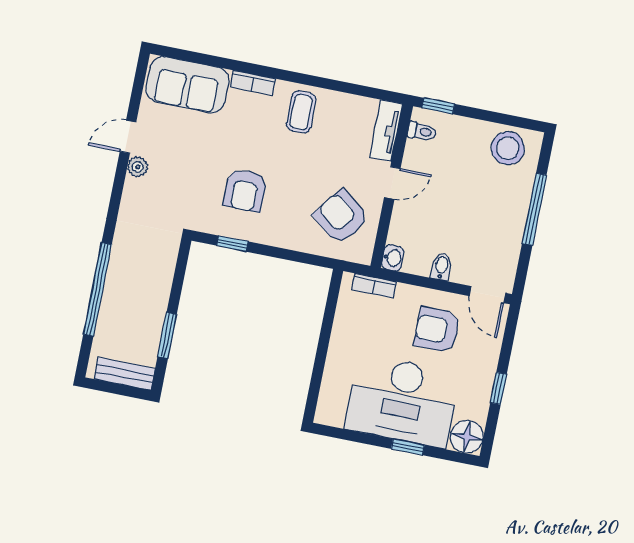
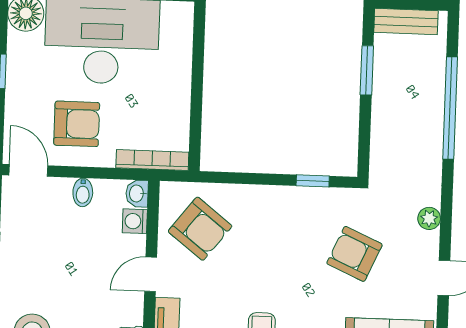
plant: (138, 167) -> (429, 218), moved
armchair: (245, 190) -> (354, 254), moved, turned -66
washing machine: (399, 233) -> (135, 221), added
bookcase: (374, 286) -> (152, 160), width x1.56

